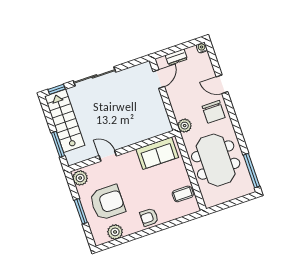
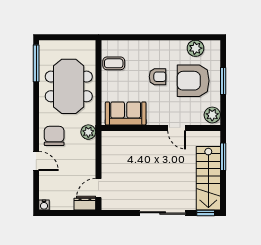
dresser: (176, 57) -> (85, 204), moved
armchair: (149, 217) -> (158, 77), moved

